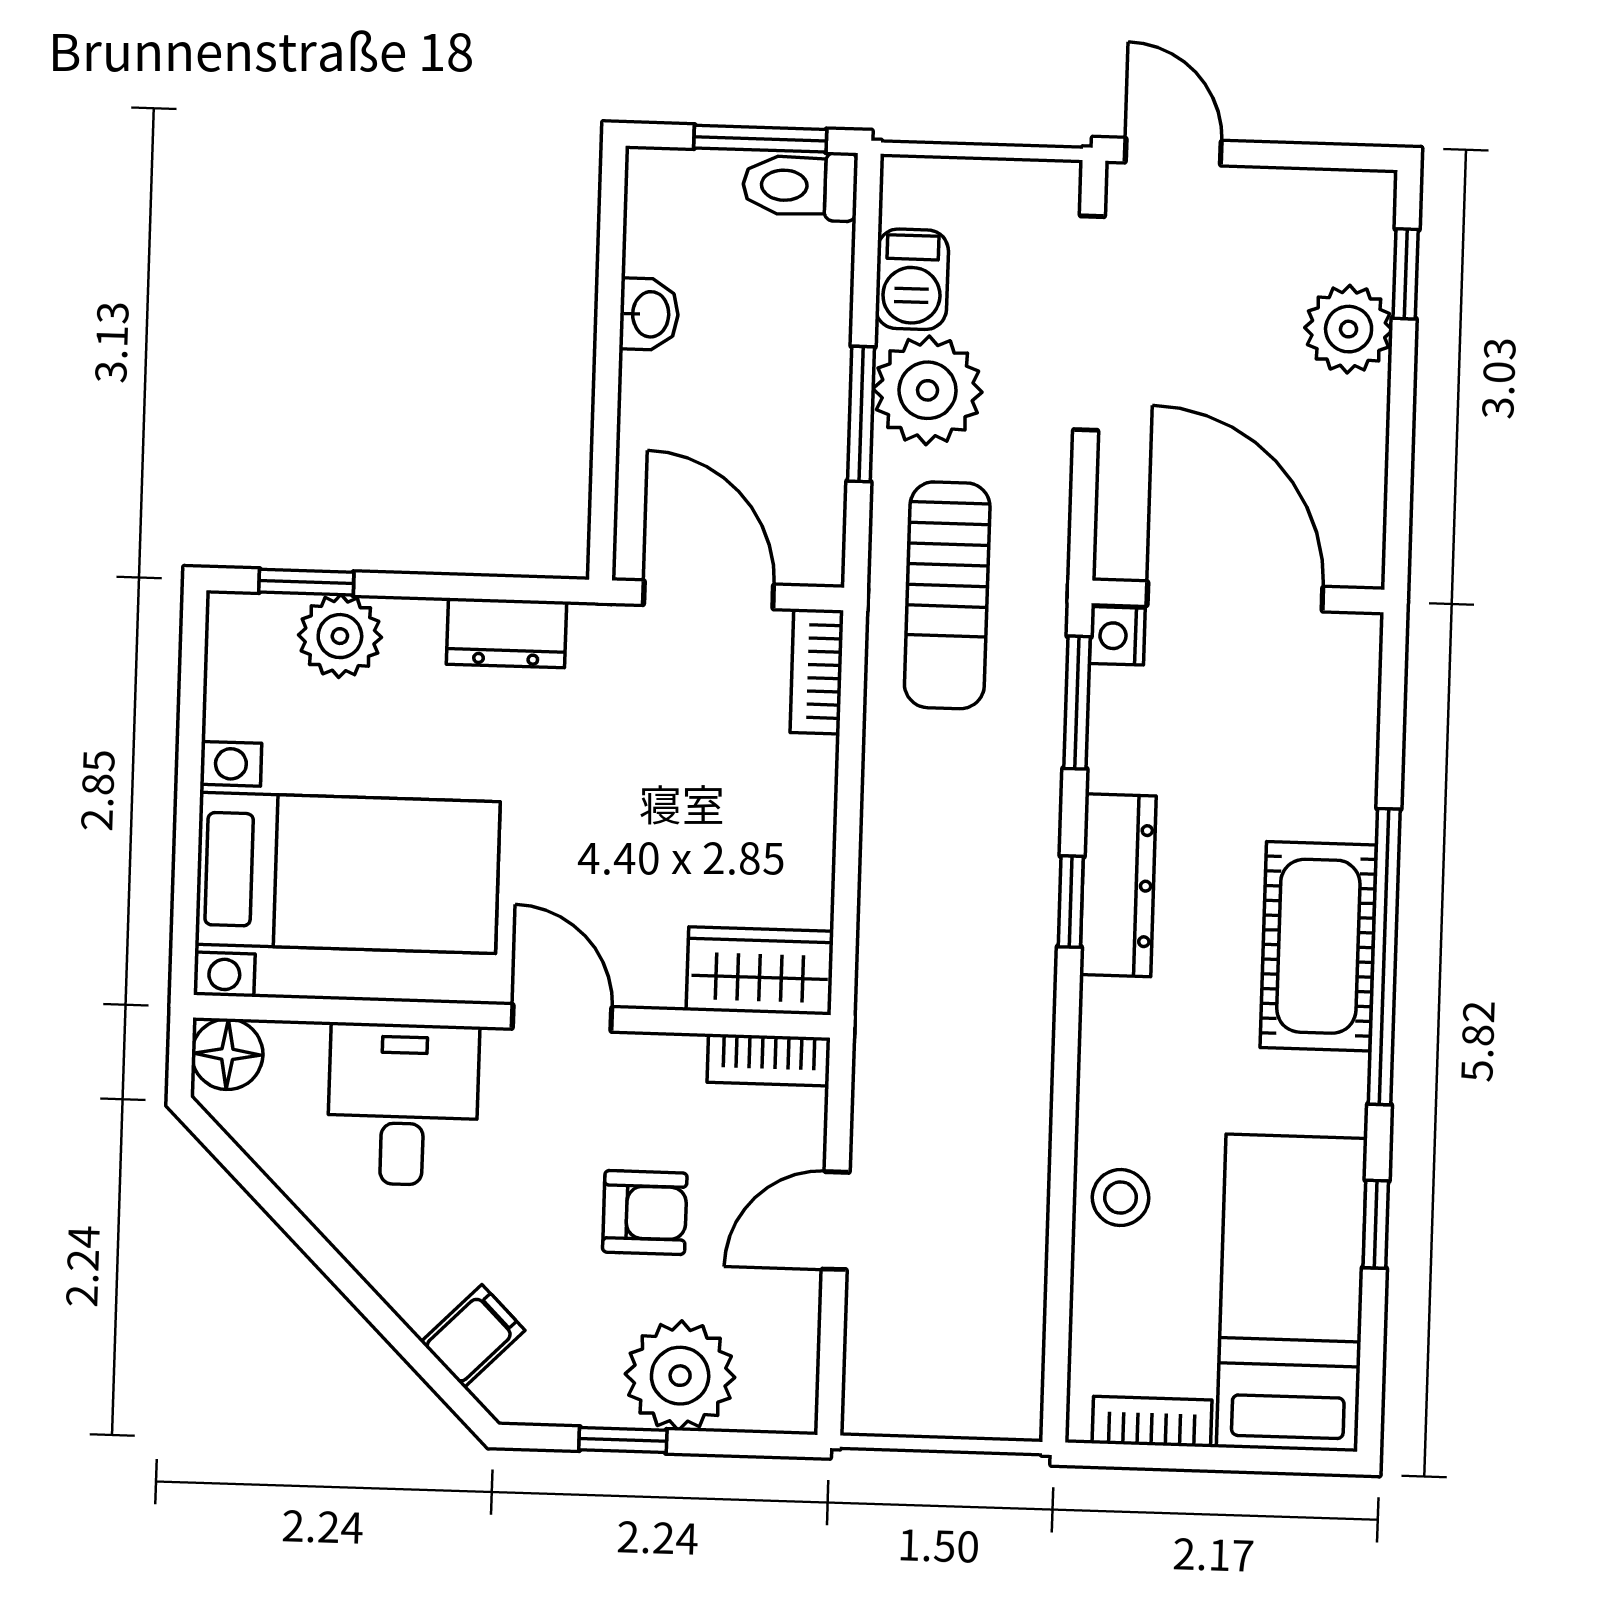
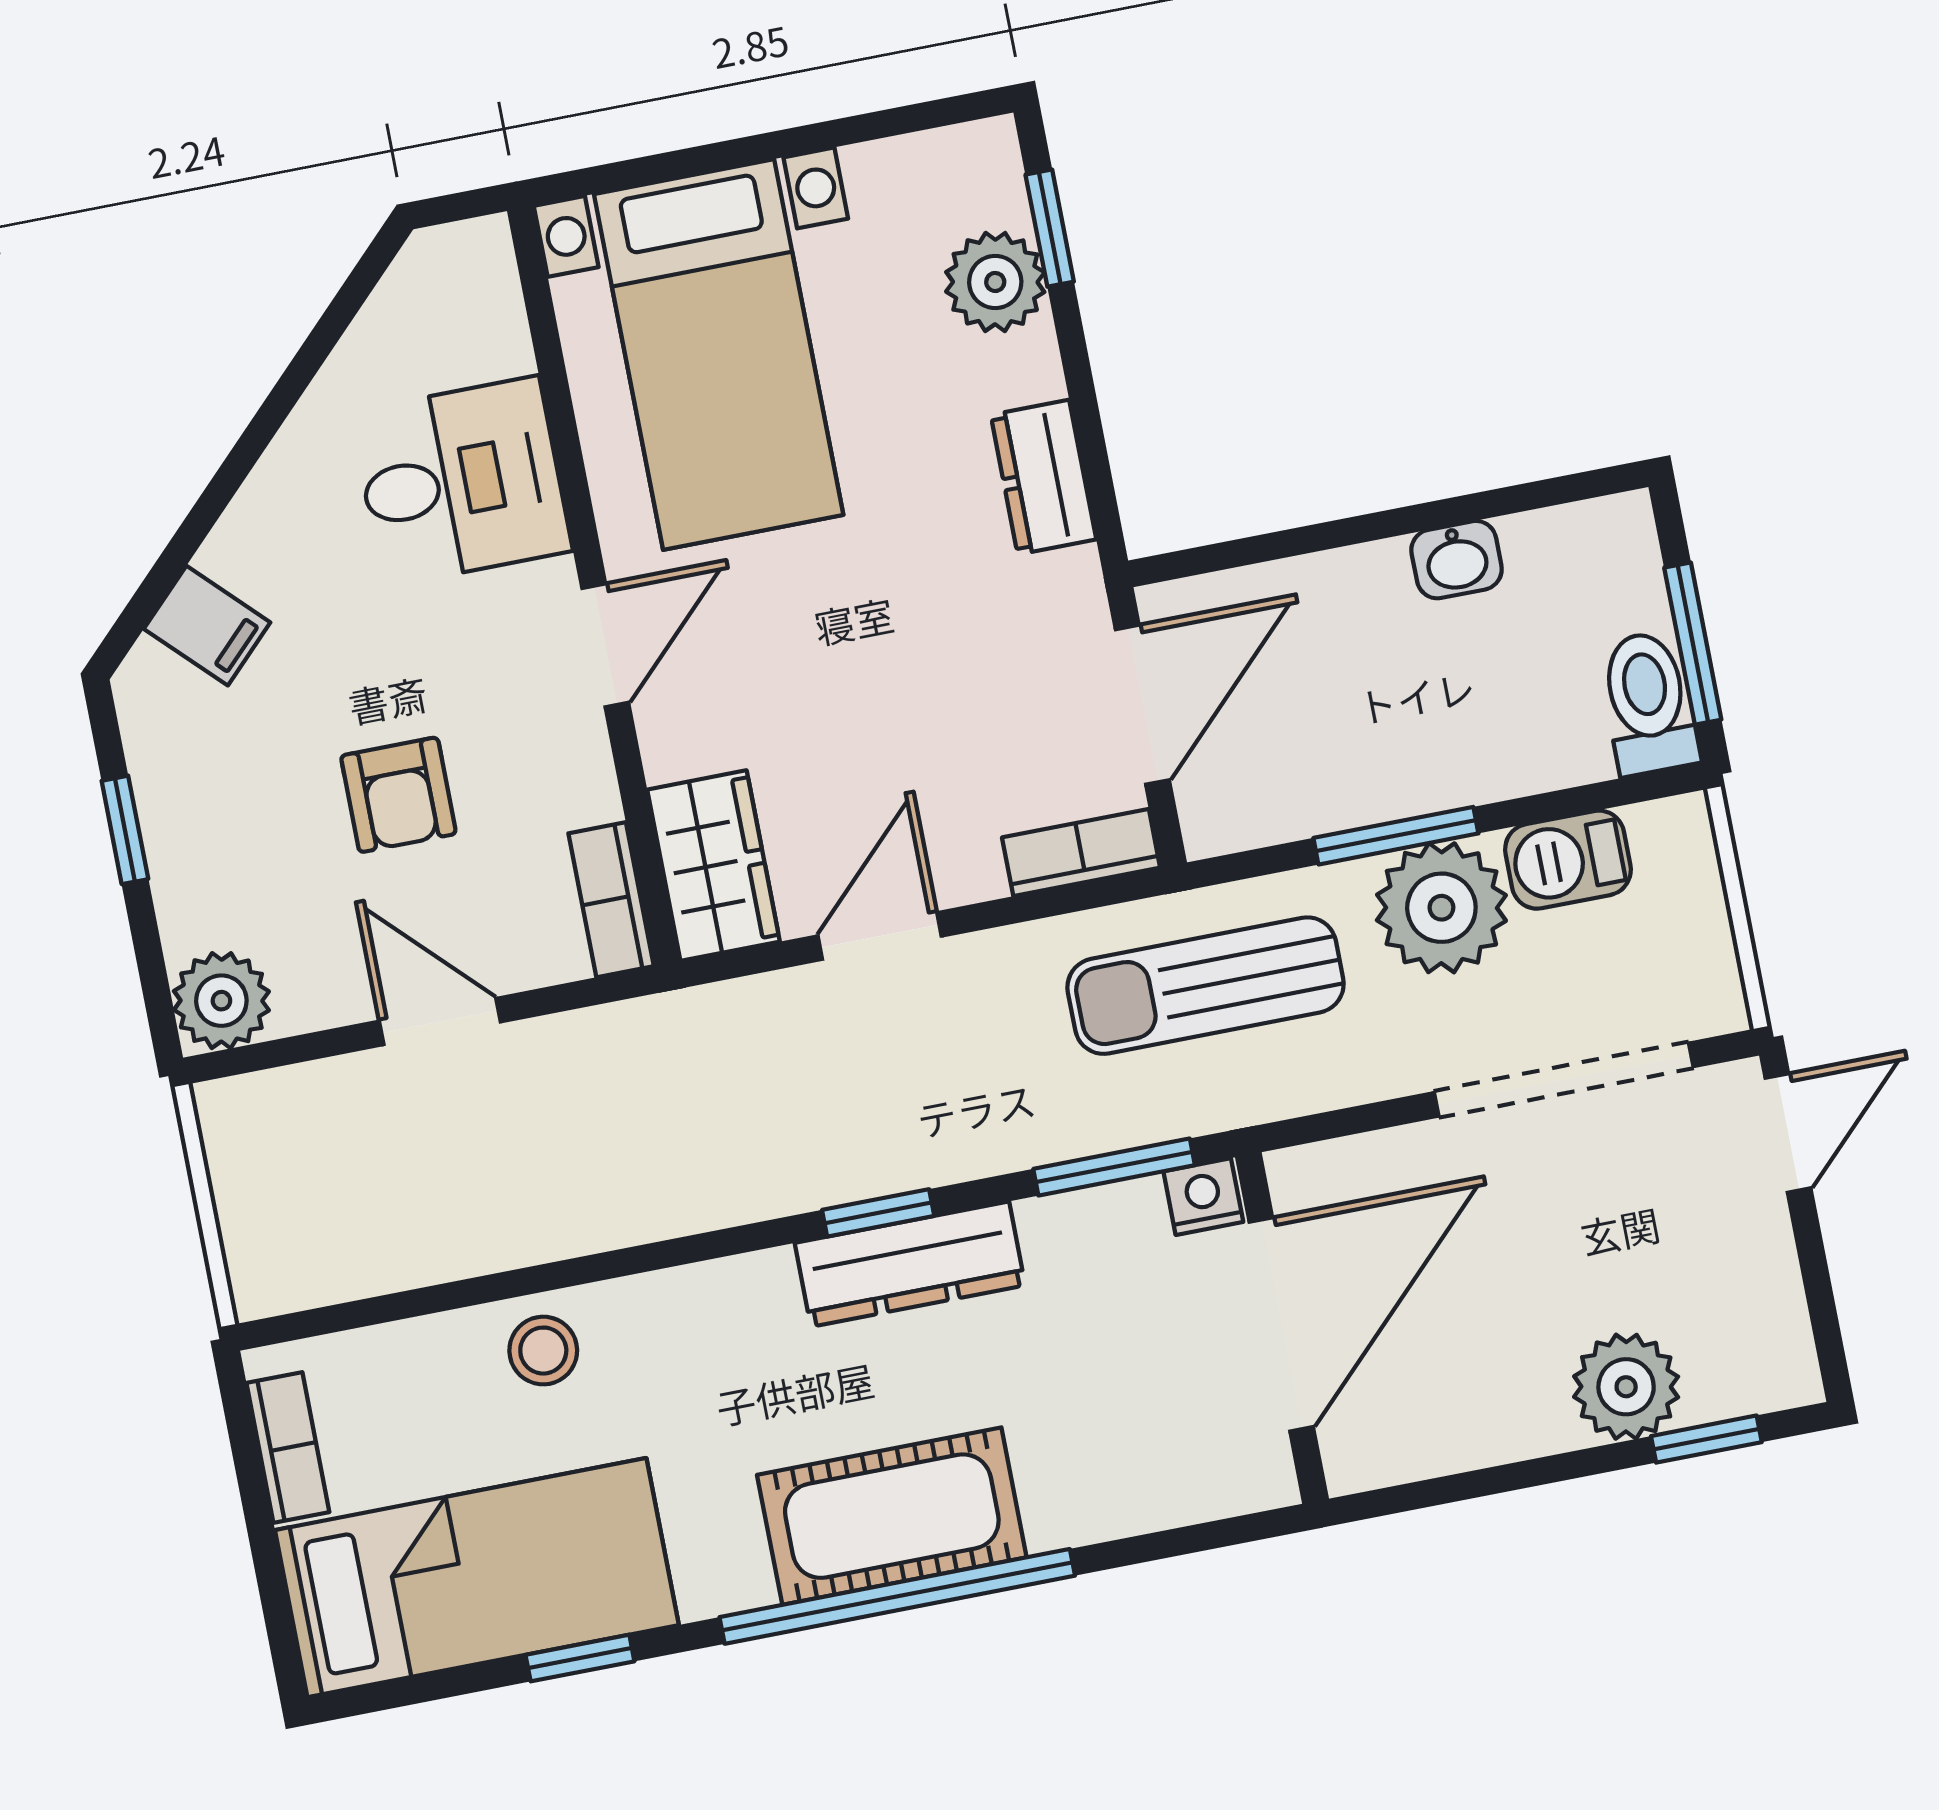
door: (847, 850) -> (880, 936), added
floor lamp: (227, 1054) -> (473, 261), removed
plant: (680, 1376) -> (221, 1001), moved, width x0.73, depth x0.73

